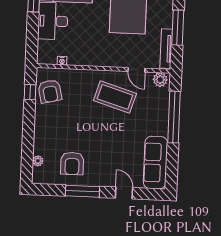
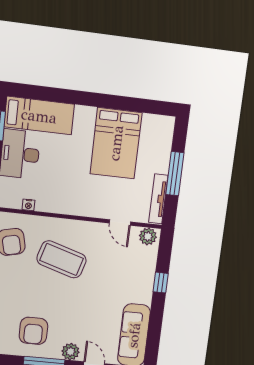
coffee table: (115, 97) -> (62, 259), moved
window: (174, 117) -> (161, 283), width x0.32
plant: (104, 179) -> (70, 352), added

